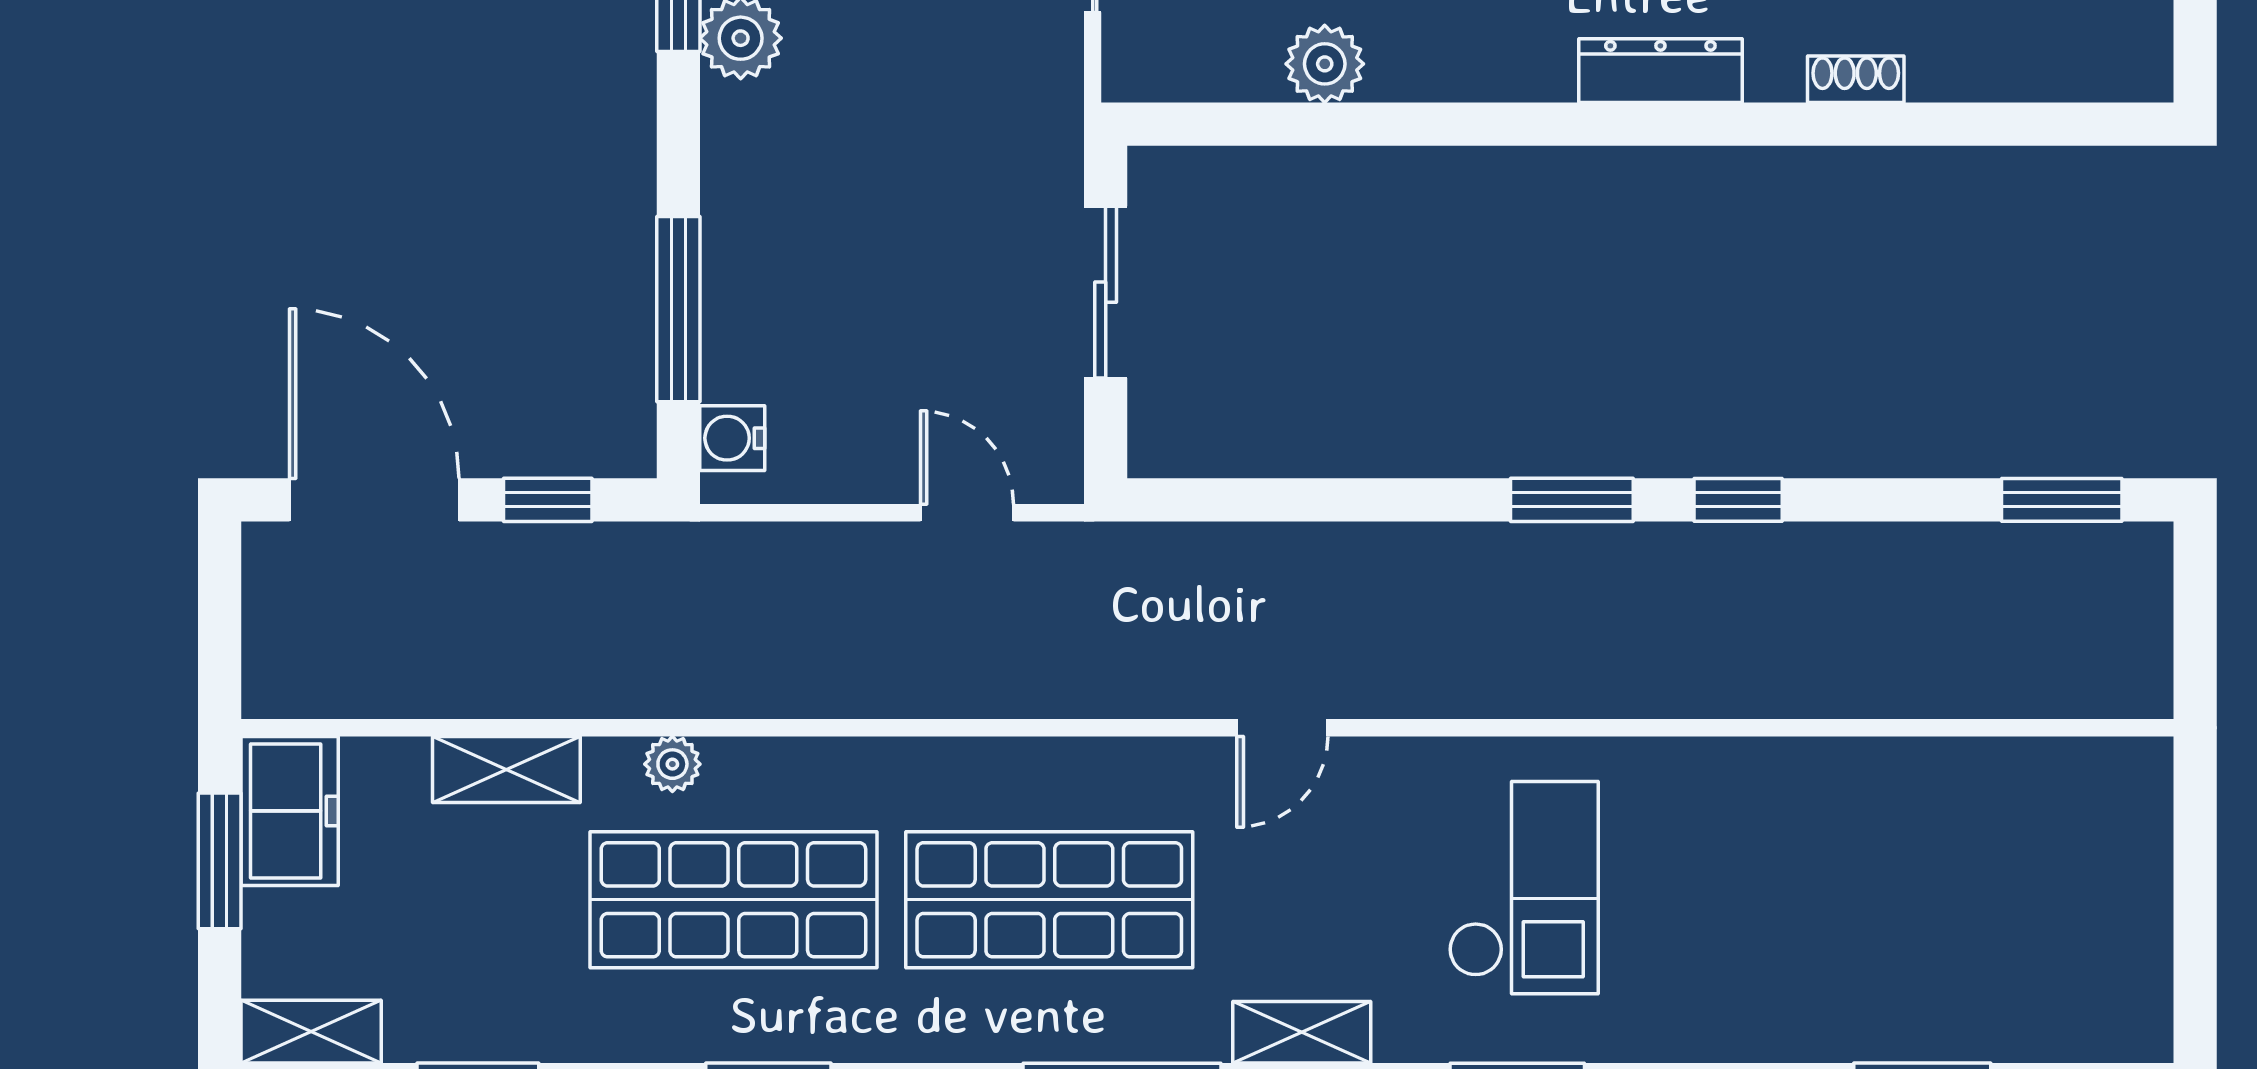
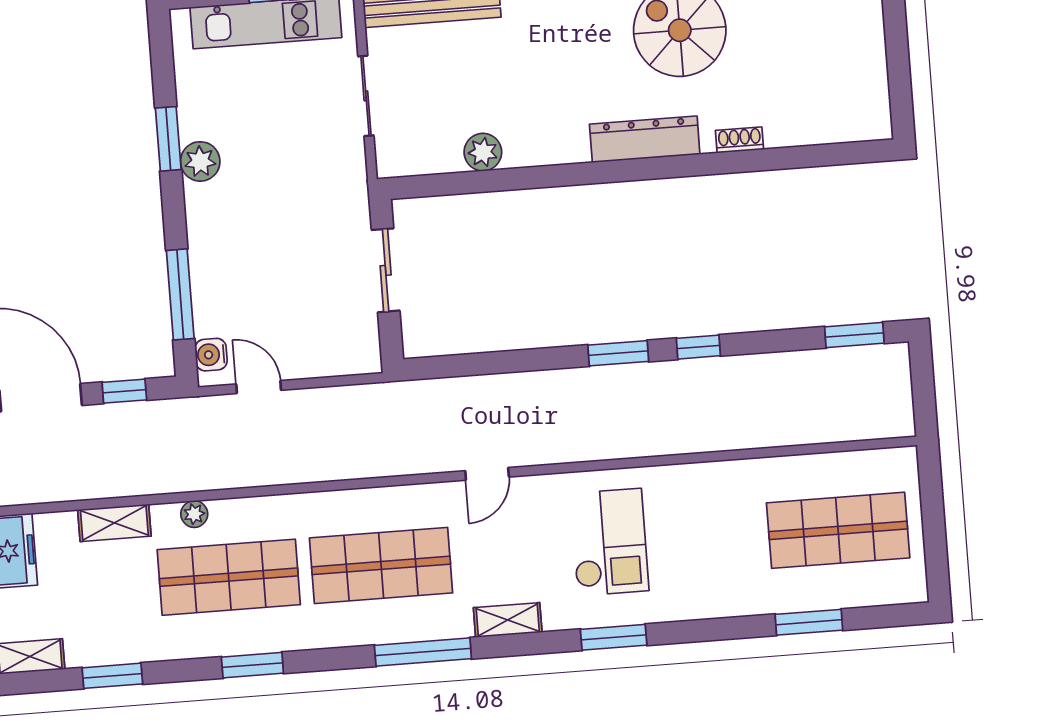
dresser: (1660, 71) -> (645, 139), width x1.37, depth x1.24
door: (967, 513) -> (259, 387), moved
shop shelf: (1997, 900) -> (838, 530), added

